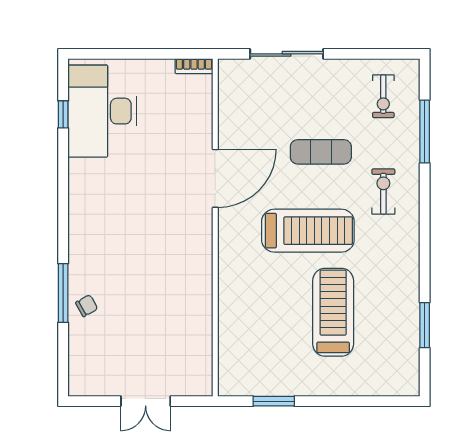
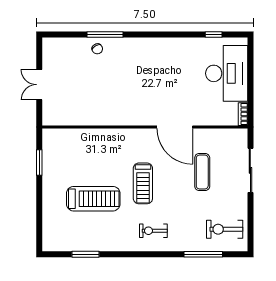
exercise bike: (383, 96) -> (225, 229), width x1.38, depth x1.39
desk: (102, 111) -> (227, 73), moved, turned 90
exercise mat: (321, 152) -> (202, 172), moved
exercise bike: (383, 191) -> (153, 231), moved, turned 180
treadmill: (308, 231) -> (143, 183), width x0.73, depth x0.73

